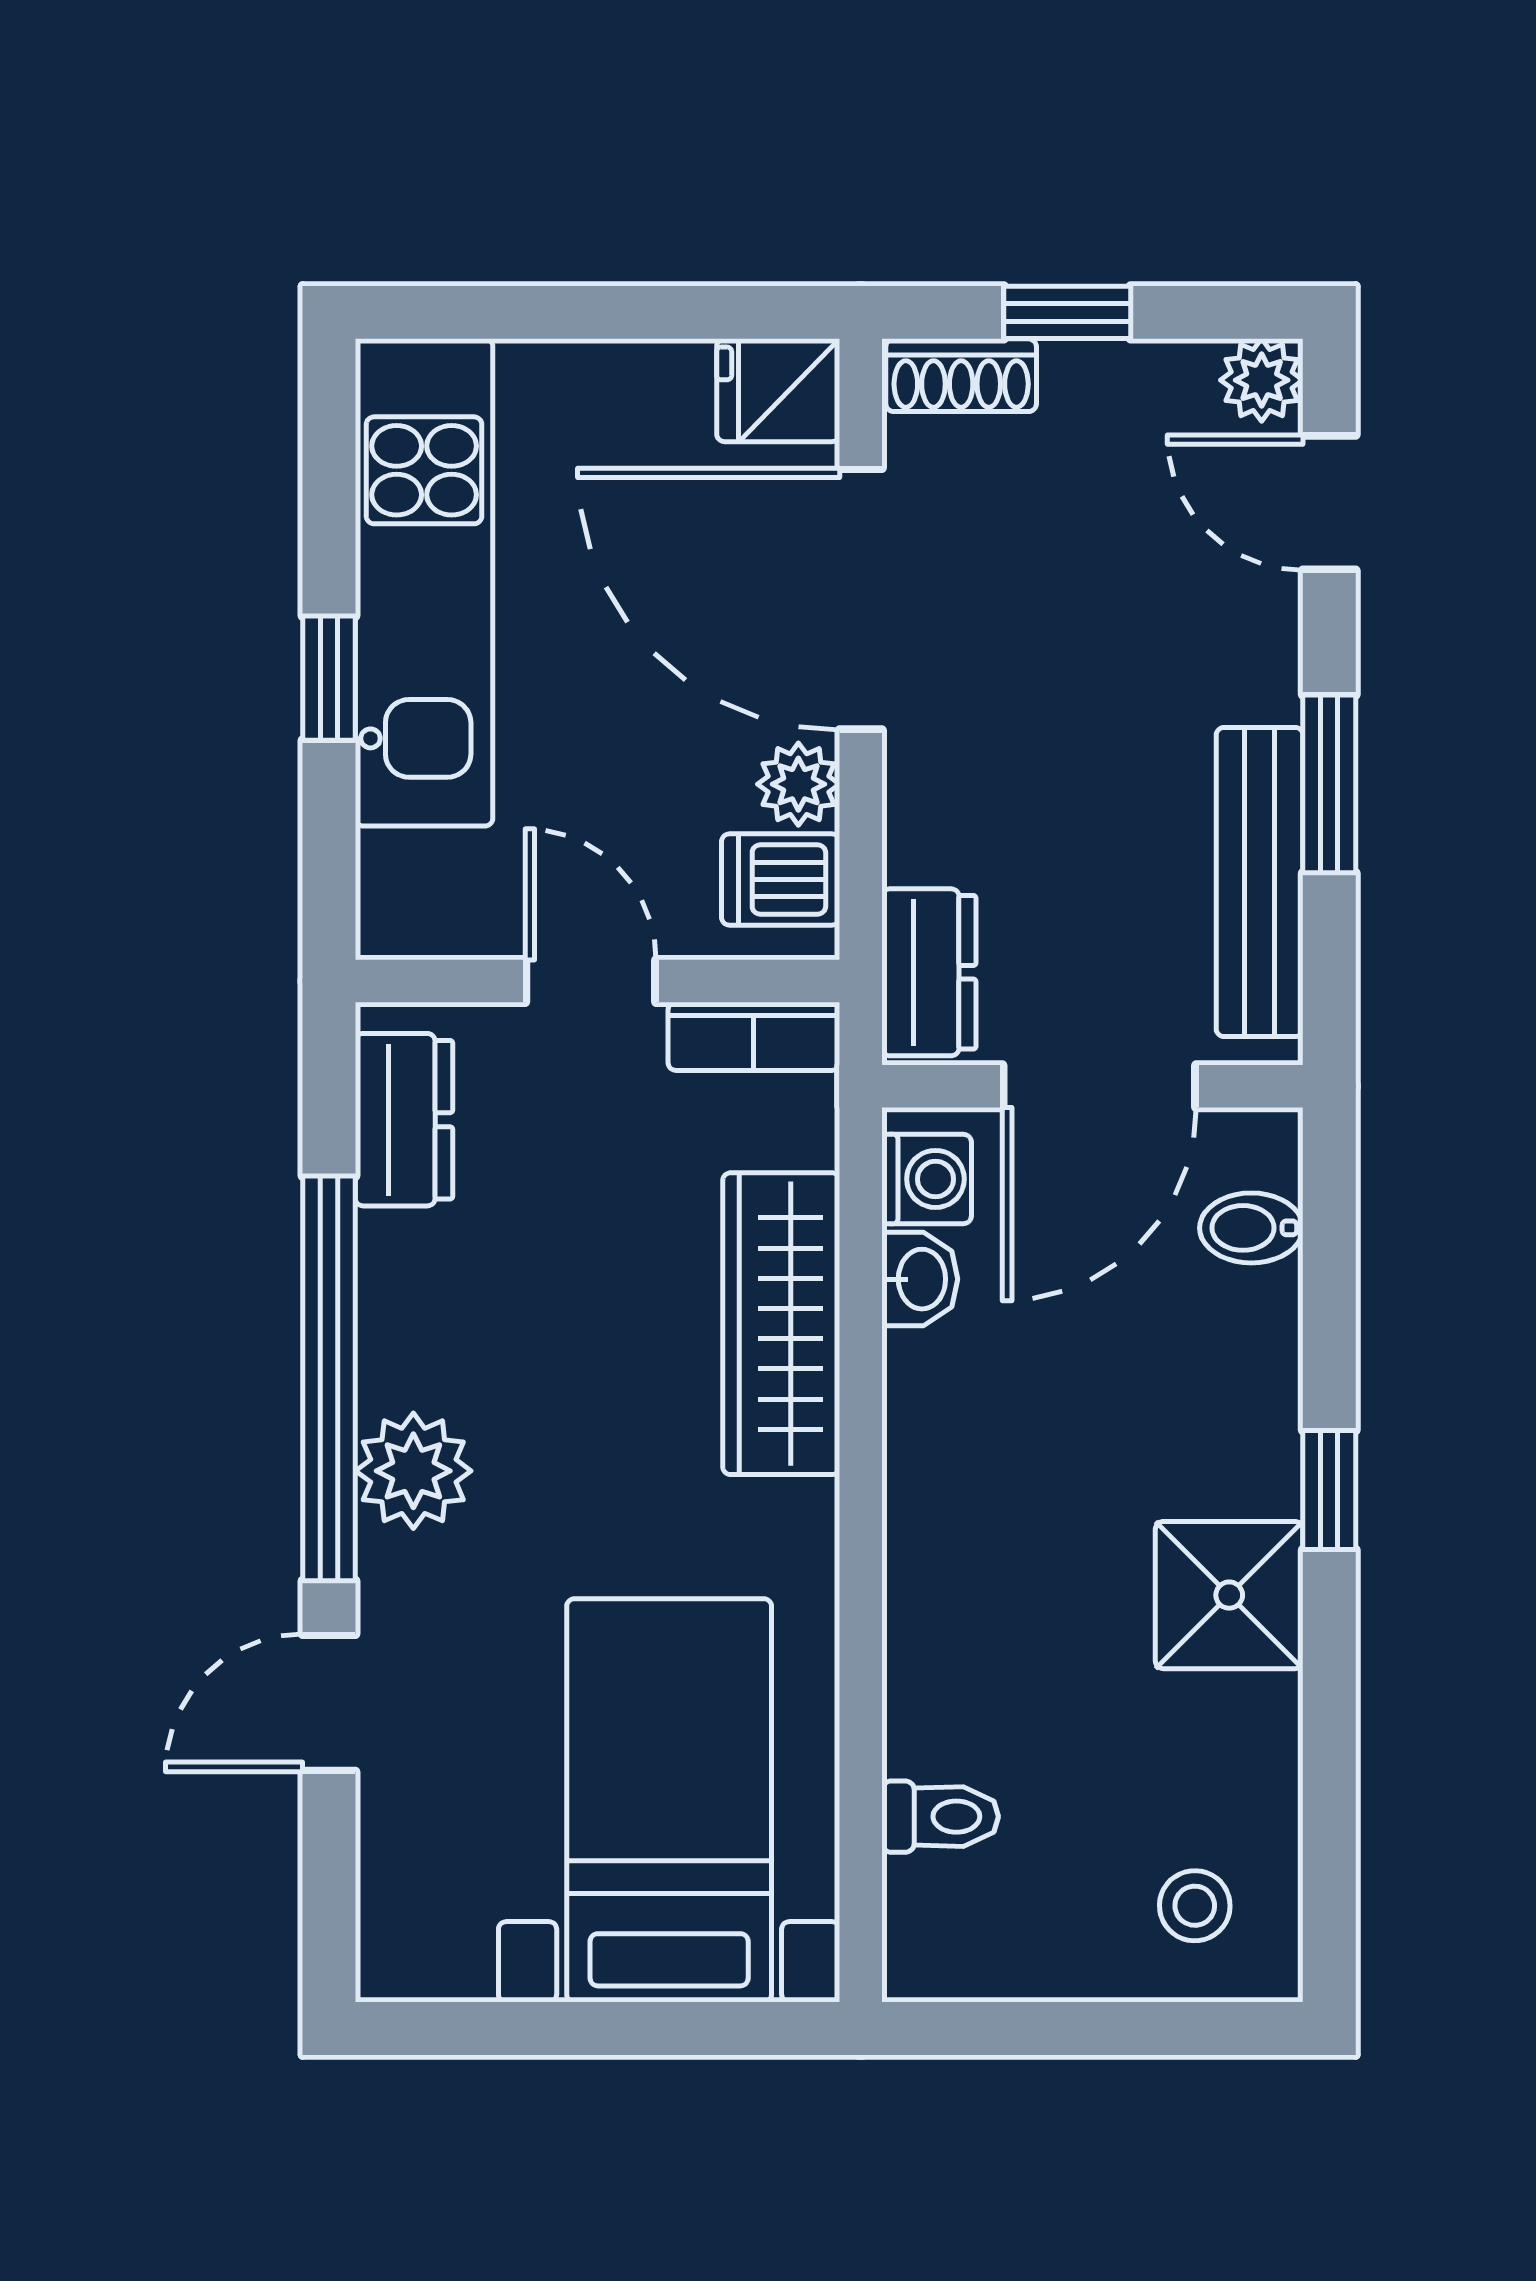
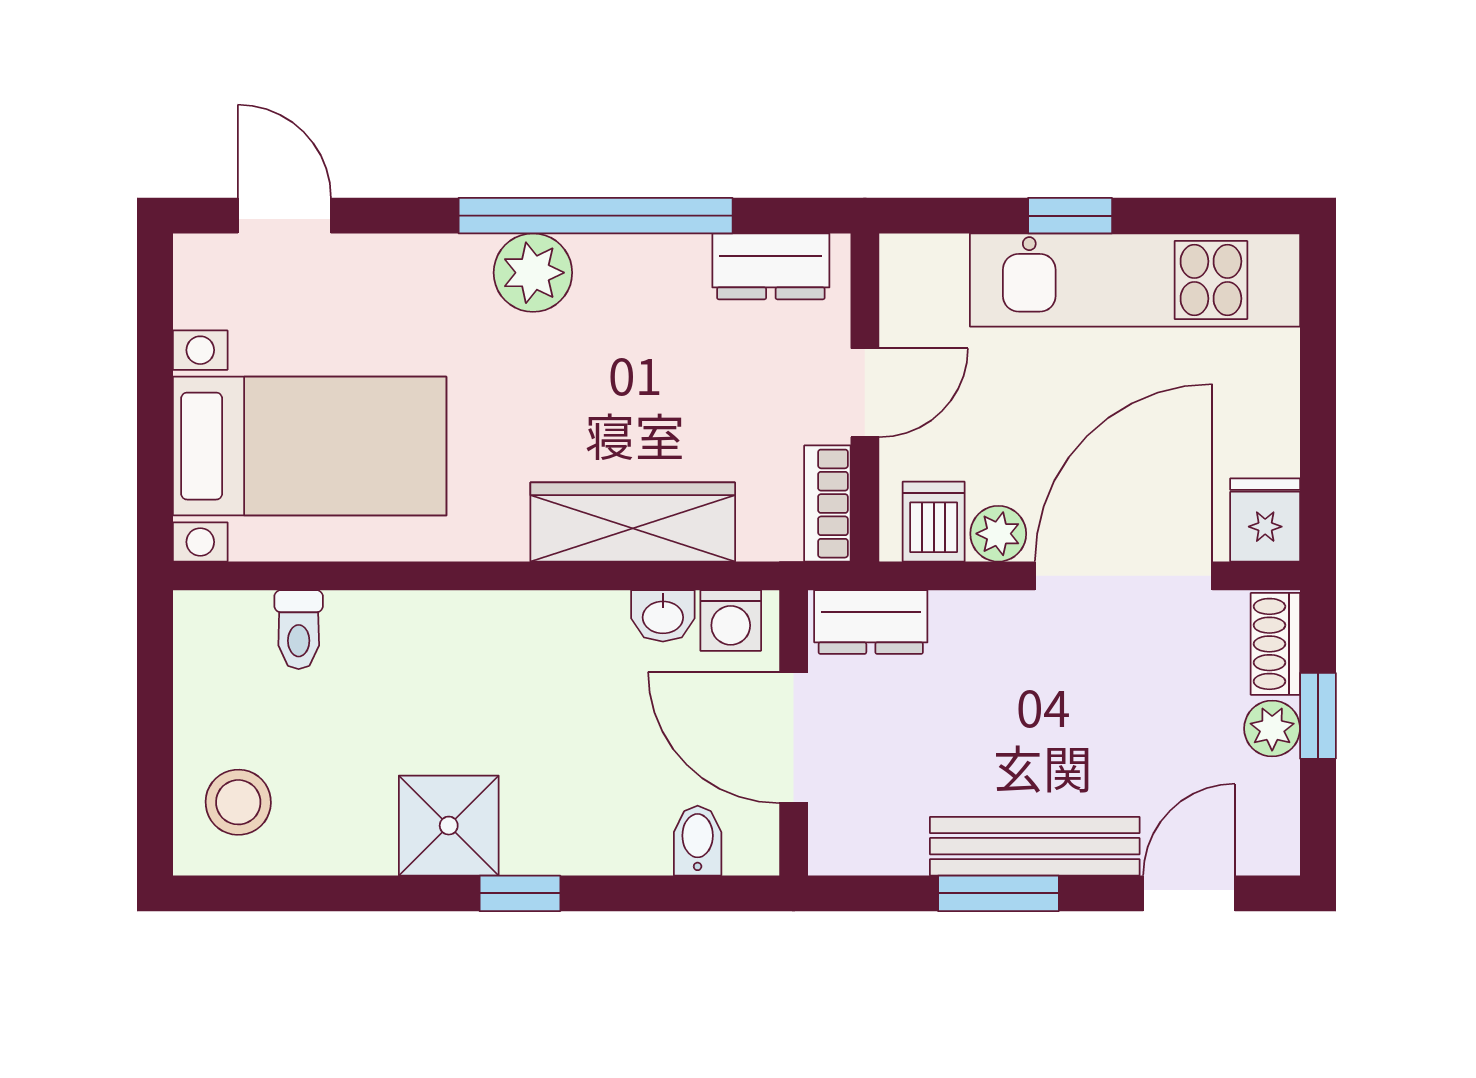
plant: (1262, 380) -> (1272, 729), moved
bench: (1260, 882) -> (1035, 846), moved
door: (329, 1703) -> (284, 216), moved
stool: (1195, 1906) -> (238, 802), width x1.37, depth x1.37

